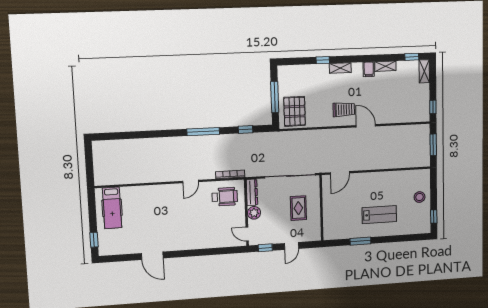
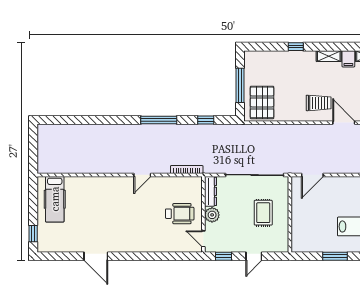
shelving: (340, 68) -> (329, 56), moved
wheelchair: (225, 197) -> (180, 214), moved

